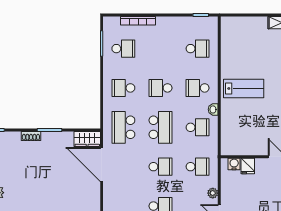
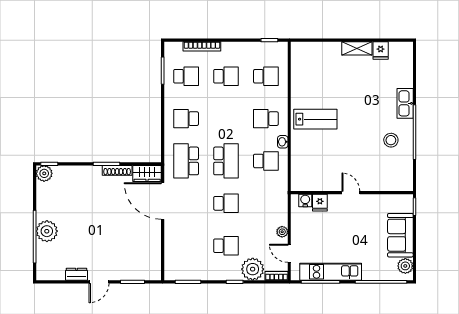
school desk: (160, 88) -> (226, 76), moved, turned 180
shoe rack: (31, 136) -> (117, 170), moved, width x1.43
school desk: (198, 167) -> (266, 203), removed

